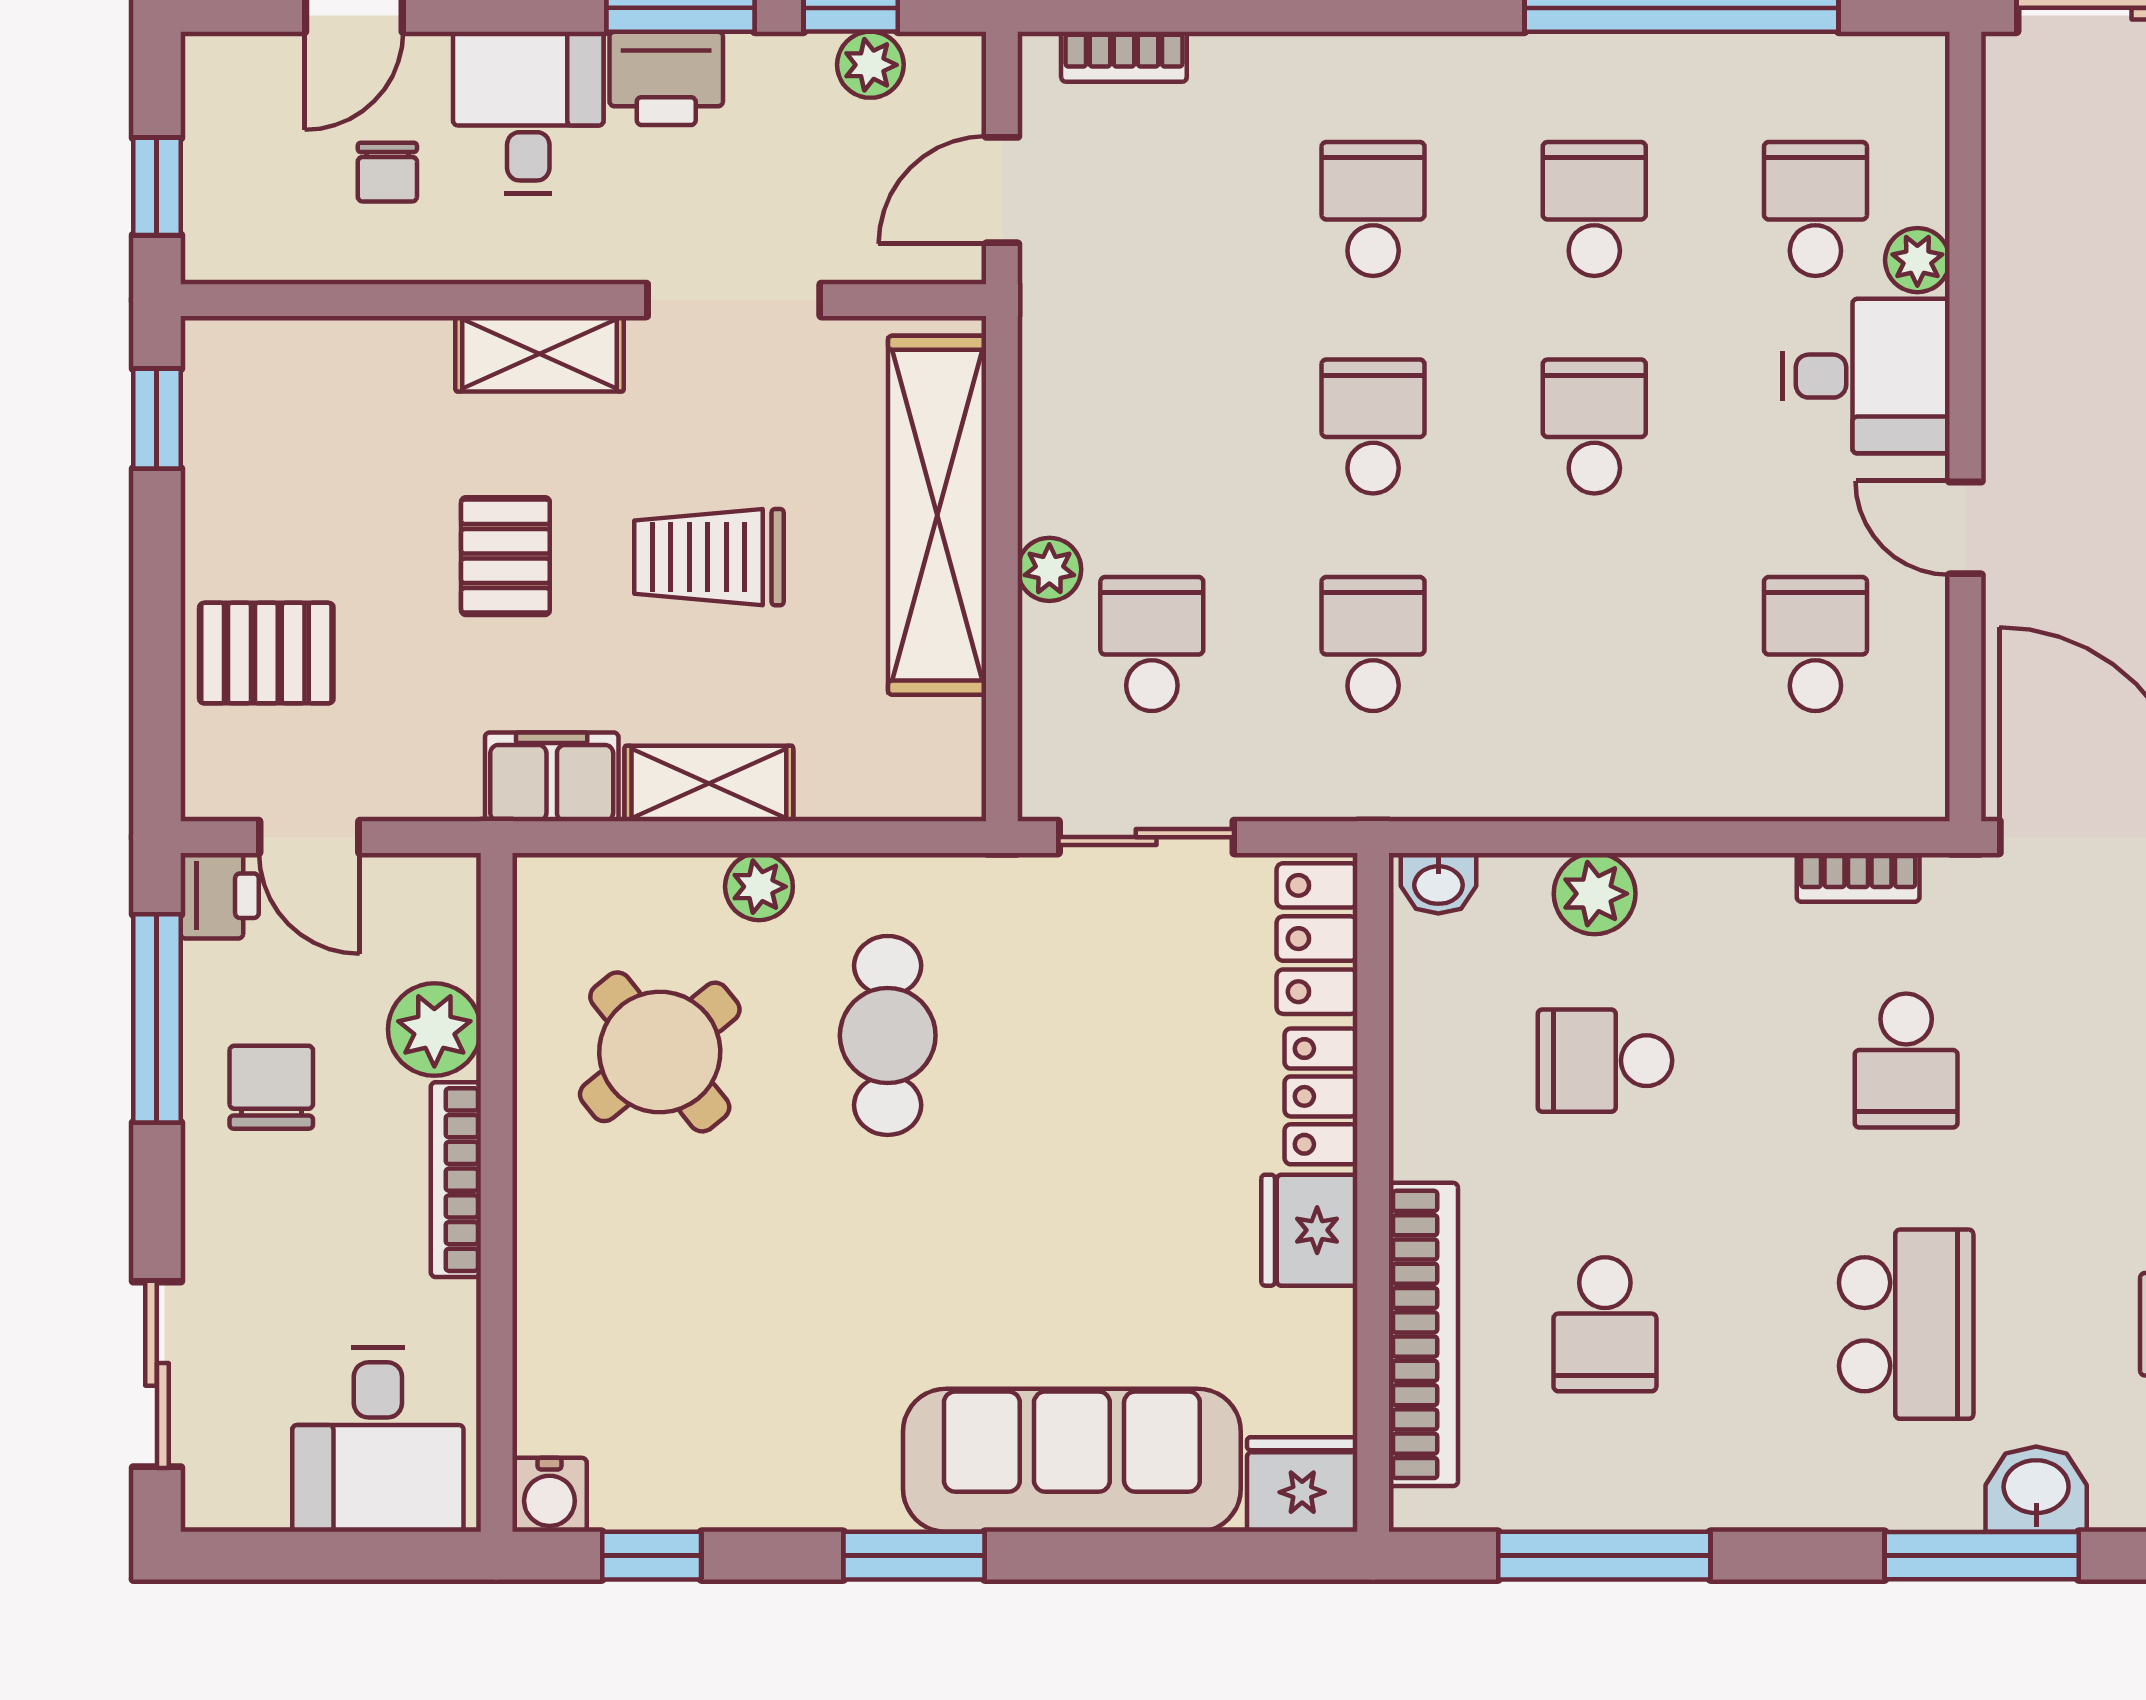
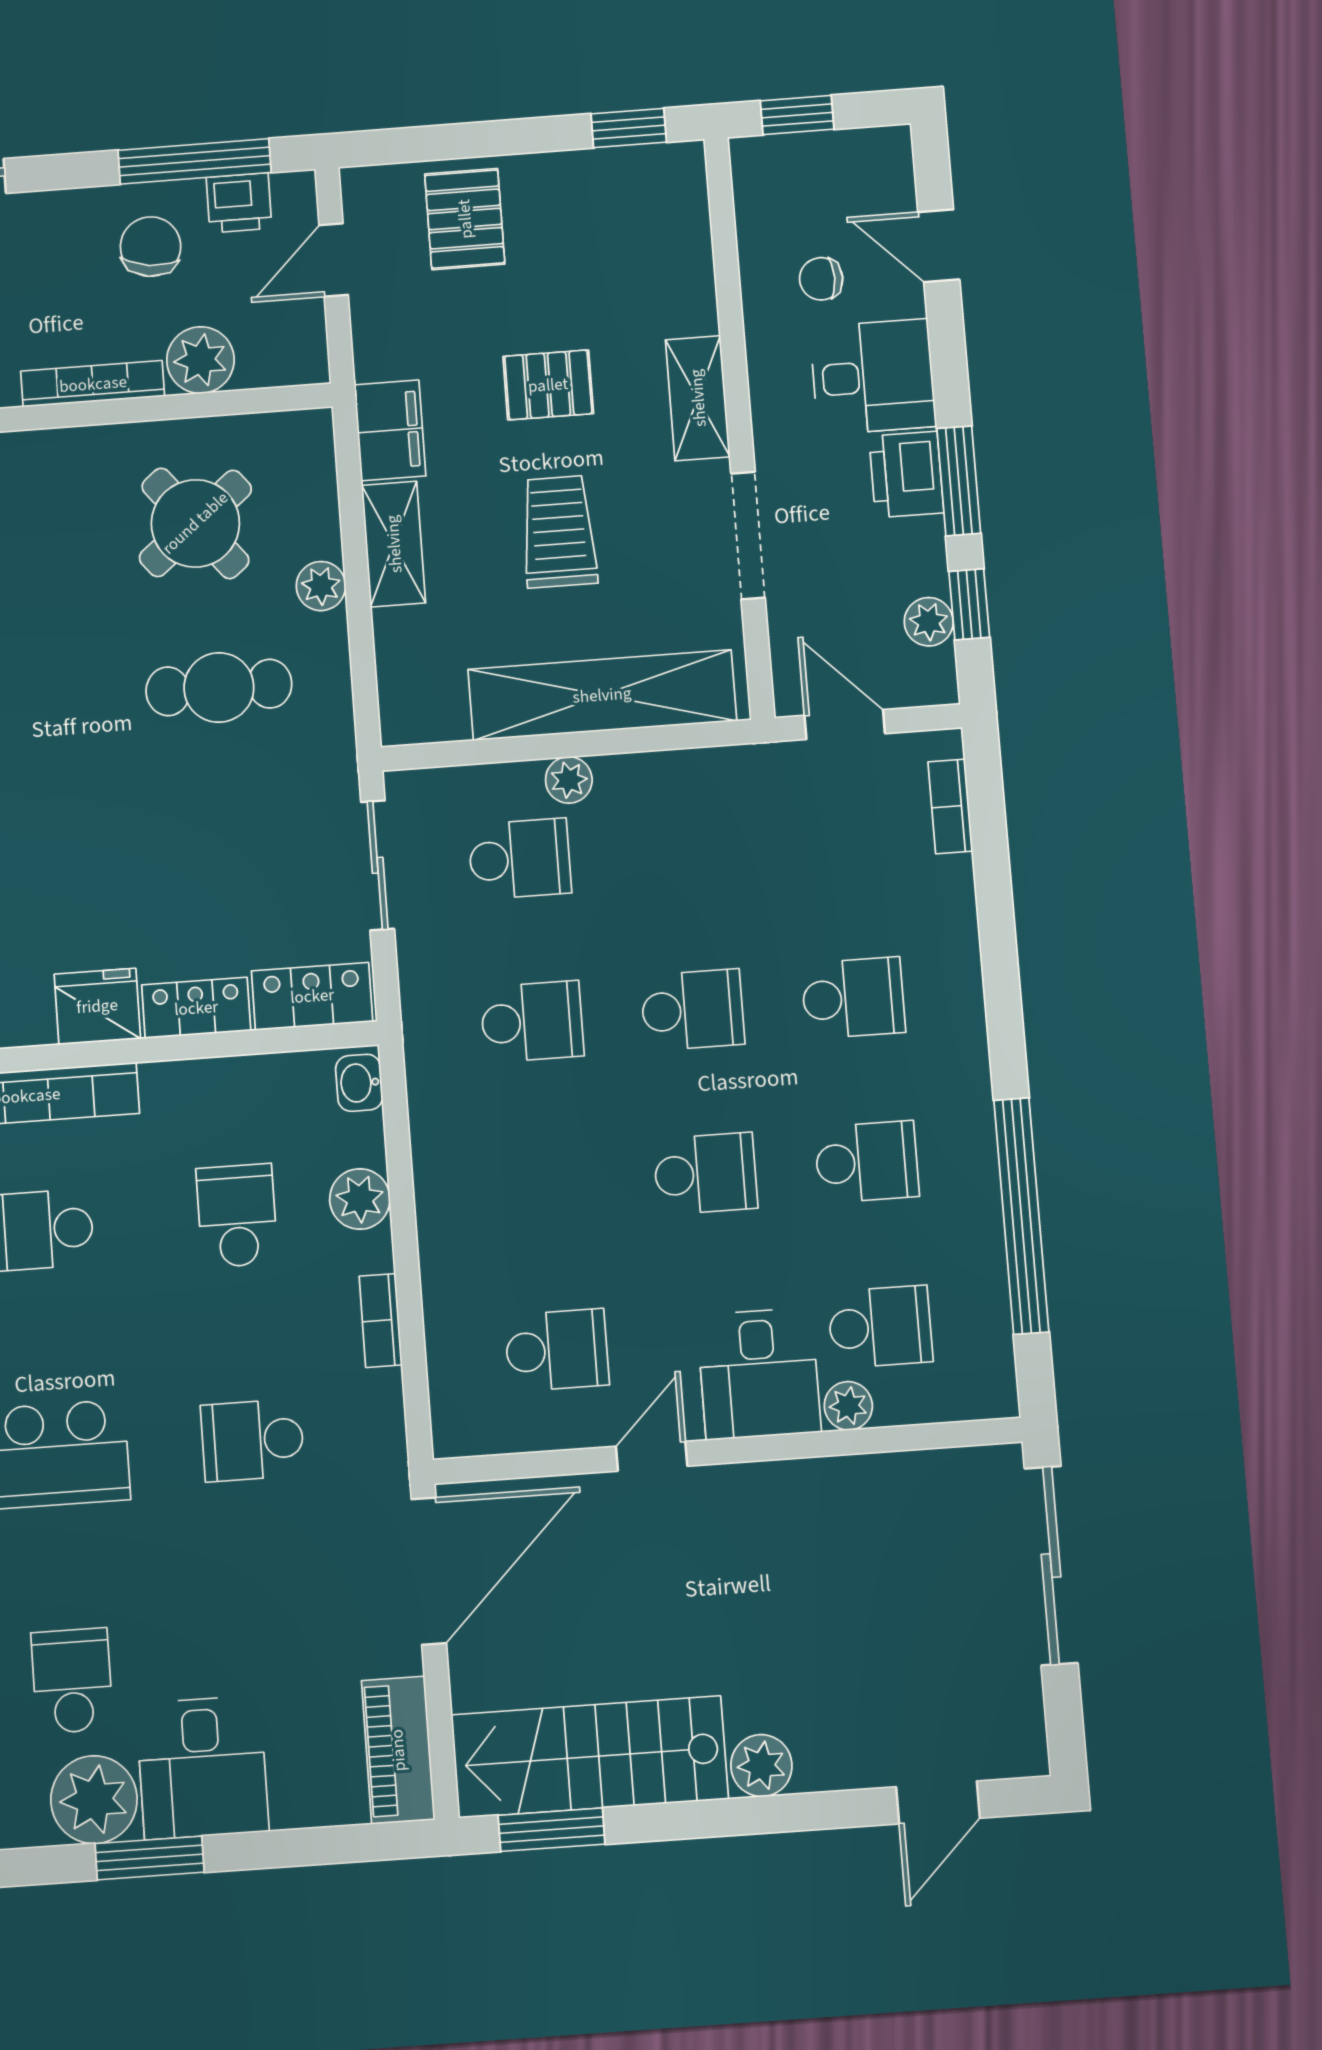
bookcase: (1858, 877) -> (381, 1321), moved
printer: (220, 896) -> (239, 203), moved
chair: (271, 1087) -> (151, 247), turned -83

